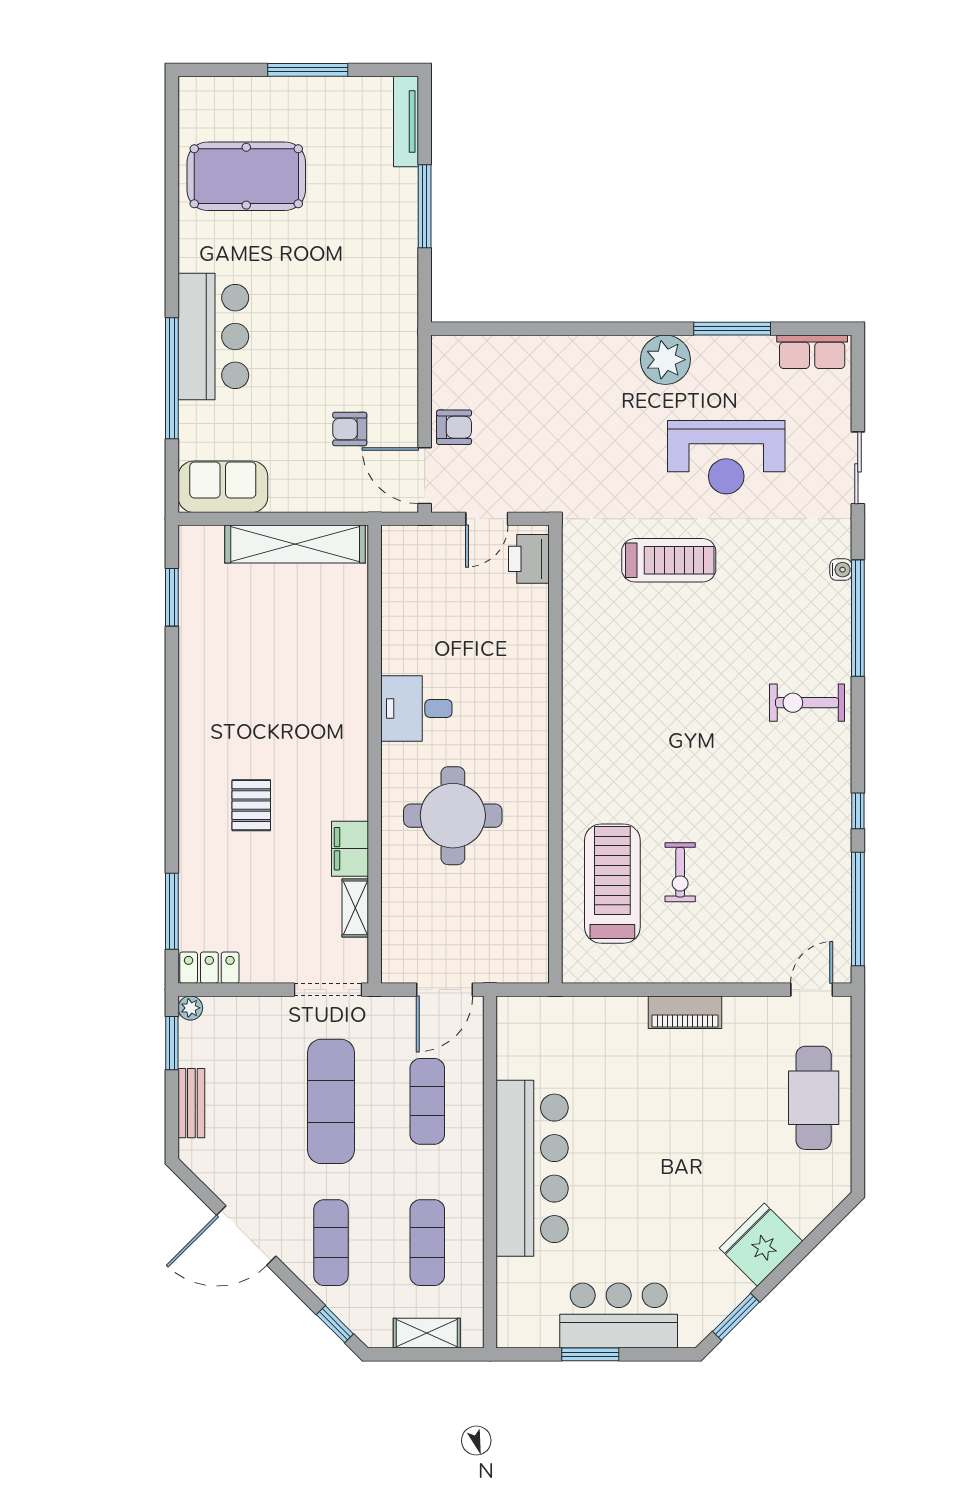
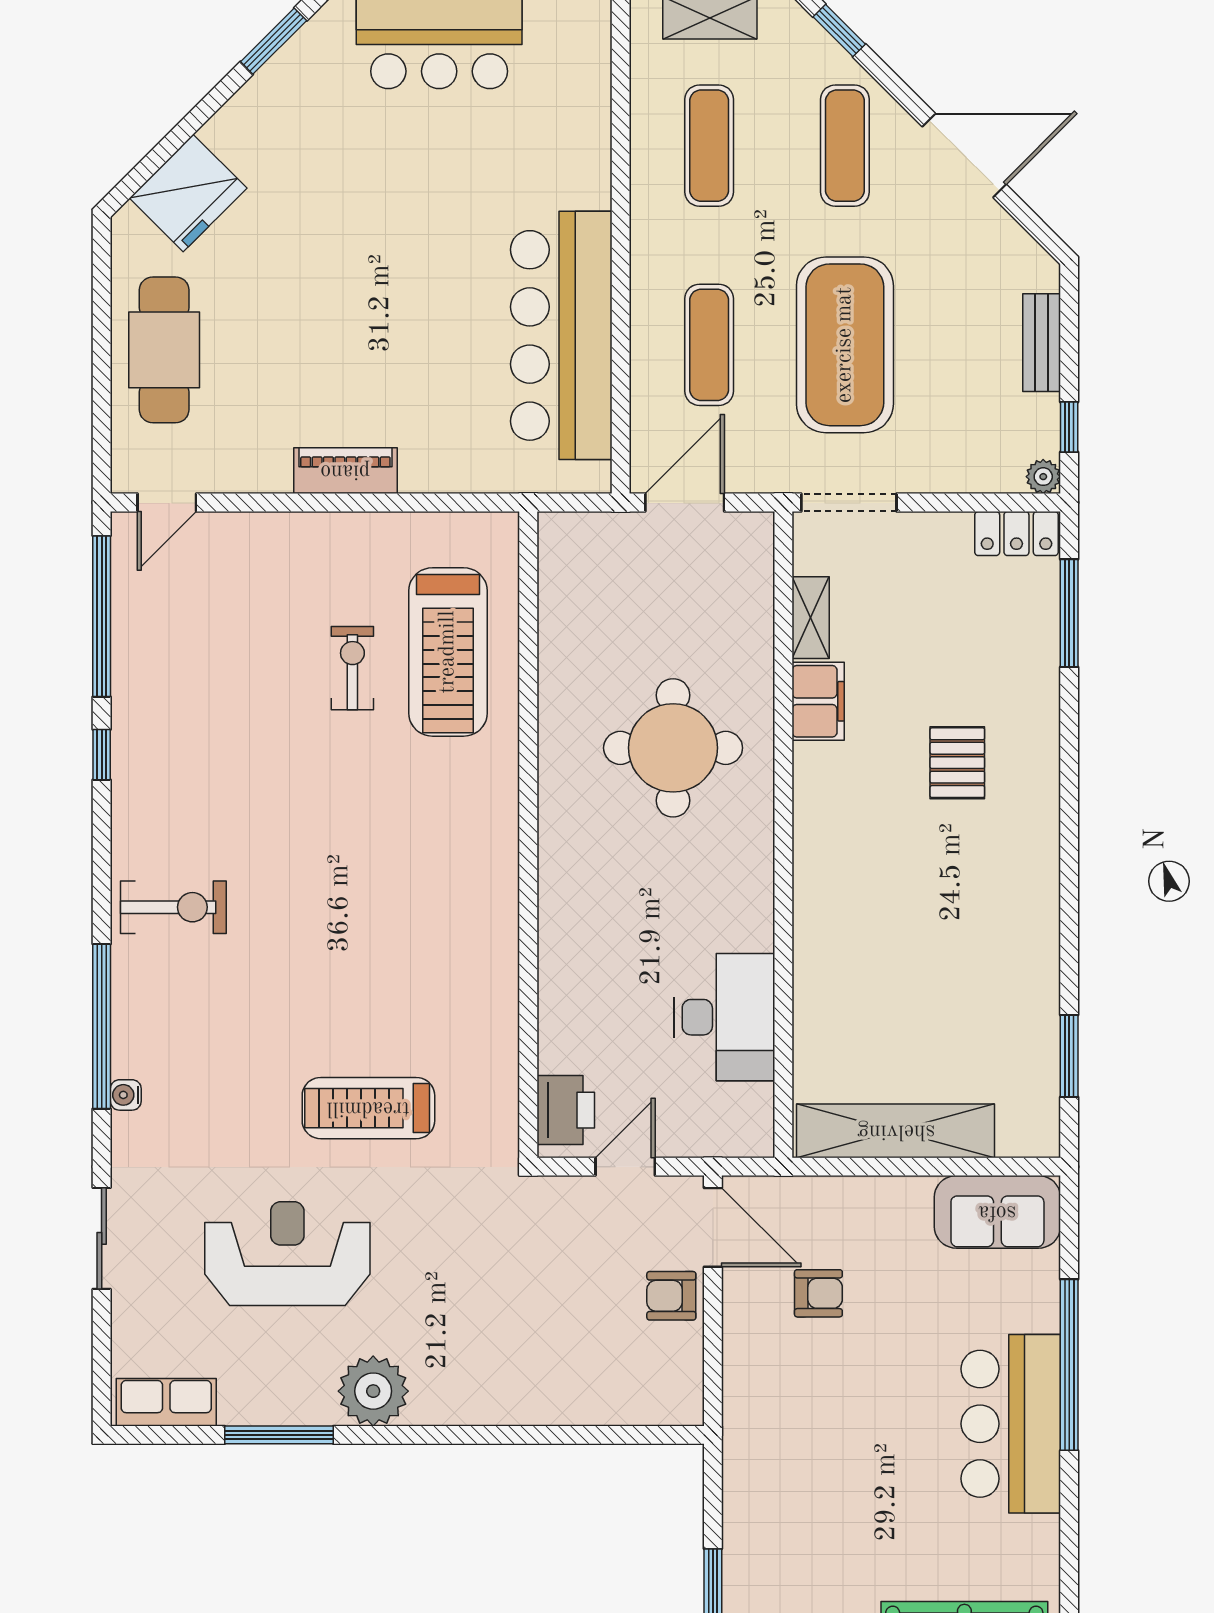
desk: (416, 709) -> (724, 1017), moved, width x1.37
window: (172, 1043) -> (1069, 427), width x0.67
exercise mat: (331, 1101) -> (845, 345), width x1.47
bar counter: (532, 1168) -> (561, 335), moved
fridge: (761, 1245) -> (188, 193), moved

